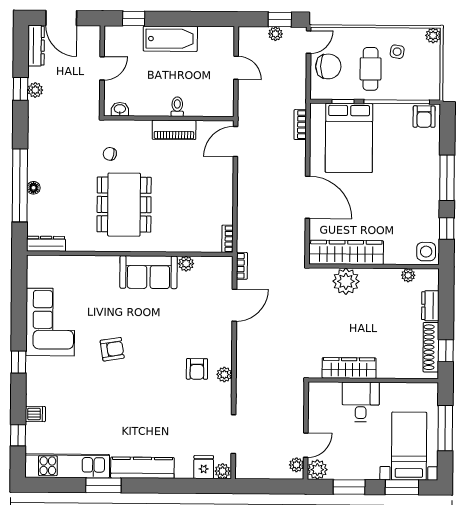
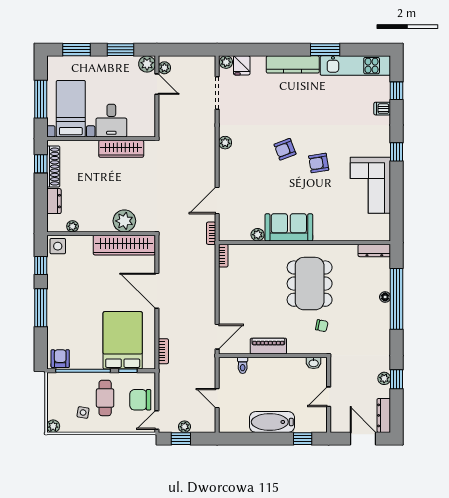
toilet: (177, 107) -> (243, 365), moved
armchair: (197, 369) -> (285, 149), moved, turned -111
door: (306, 445) -> (157, 84), swing flipped
bed with nightstands: (409, 446) -> (71, 109), moved, turned 180

